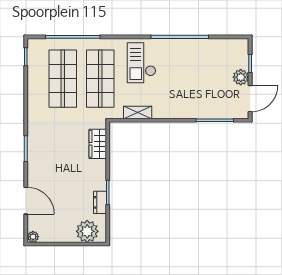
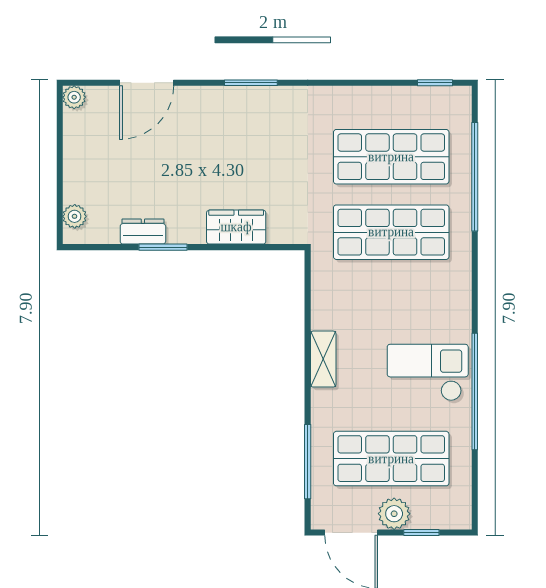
checkout: (141, 63) -> (428, 372), moved
shop shelf: (213, 79) -> (391, 459), added
shelving: (138, 113) -> (323, 359), moved
wardrobe: (98, 144) -> (236, 227), moved
plant: (87, 231) -> (75, 216), width x0.53, depth x0.53

